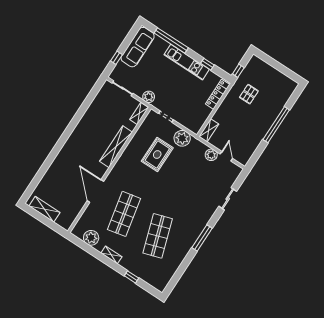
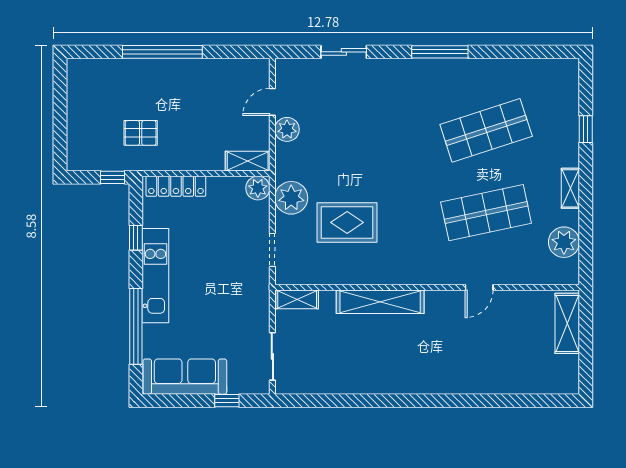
plant: (149, 97) -> (258, 188), moved
door: (95, 191) -> (479, 287), width x0.53
shelving: (44, 209) -> (567, 323), moved

